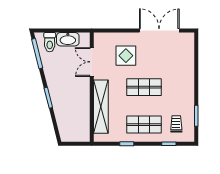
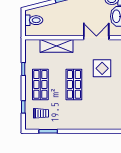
shelving: (101, 107) -> (56, 46), width x0.68
toilet: (72, 132) -> (34, 20), added

